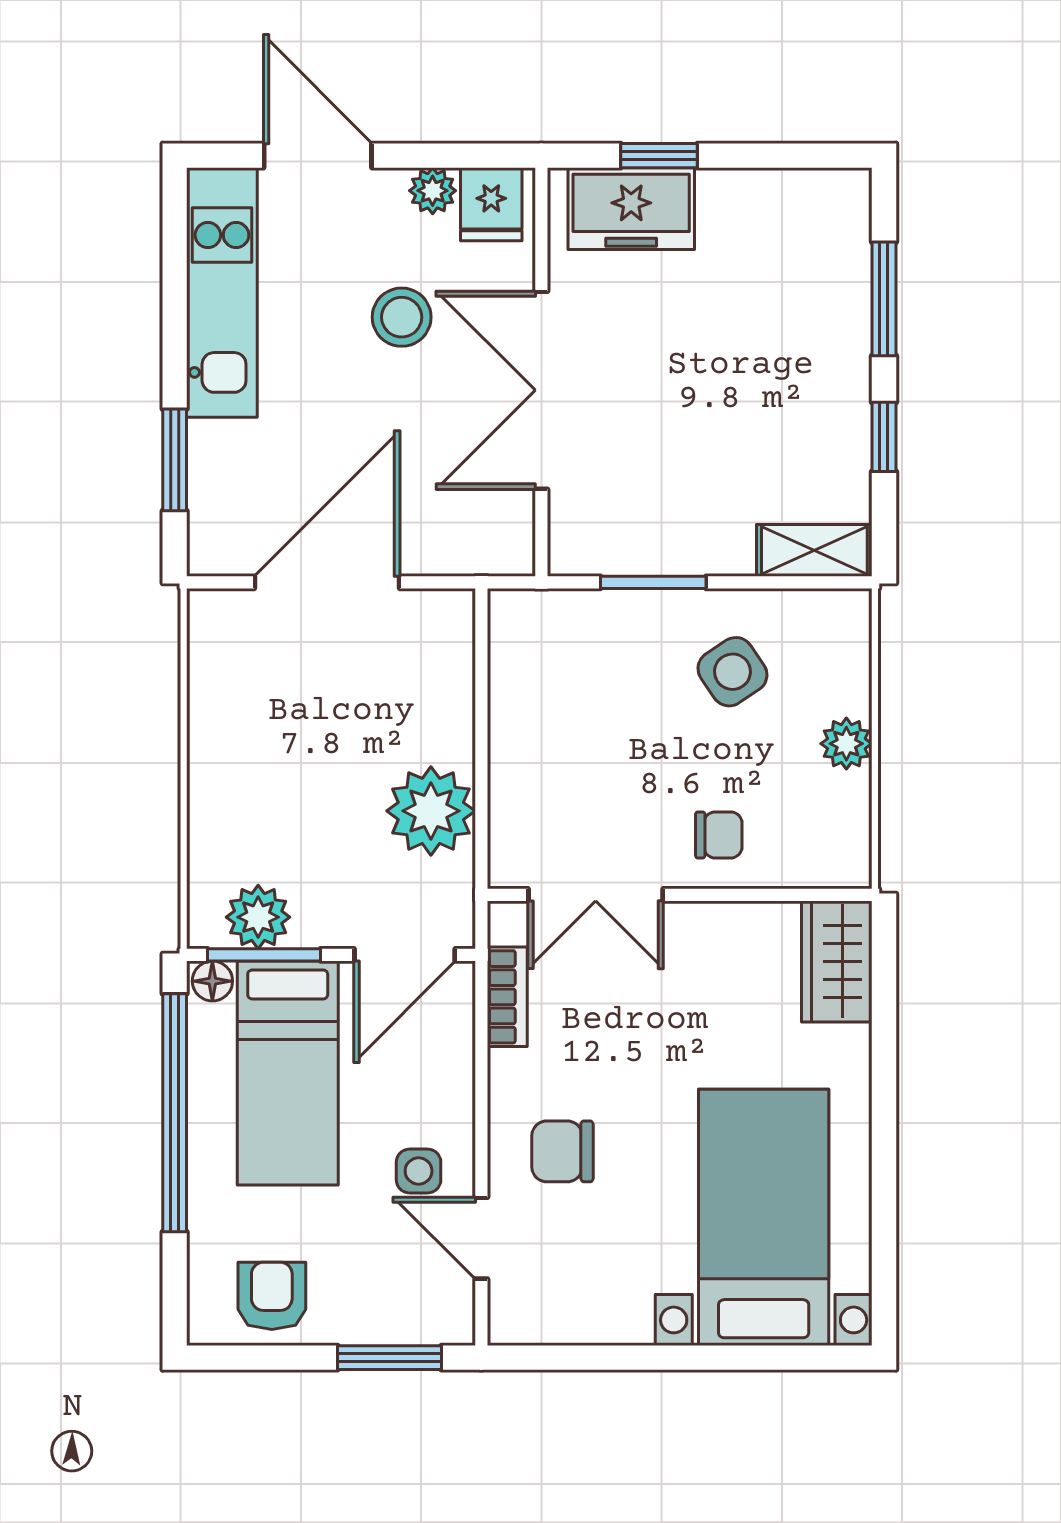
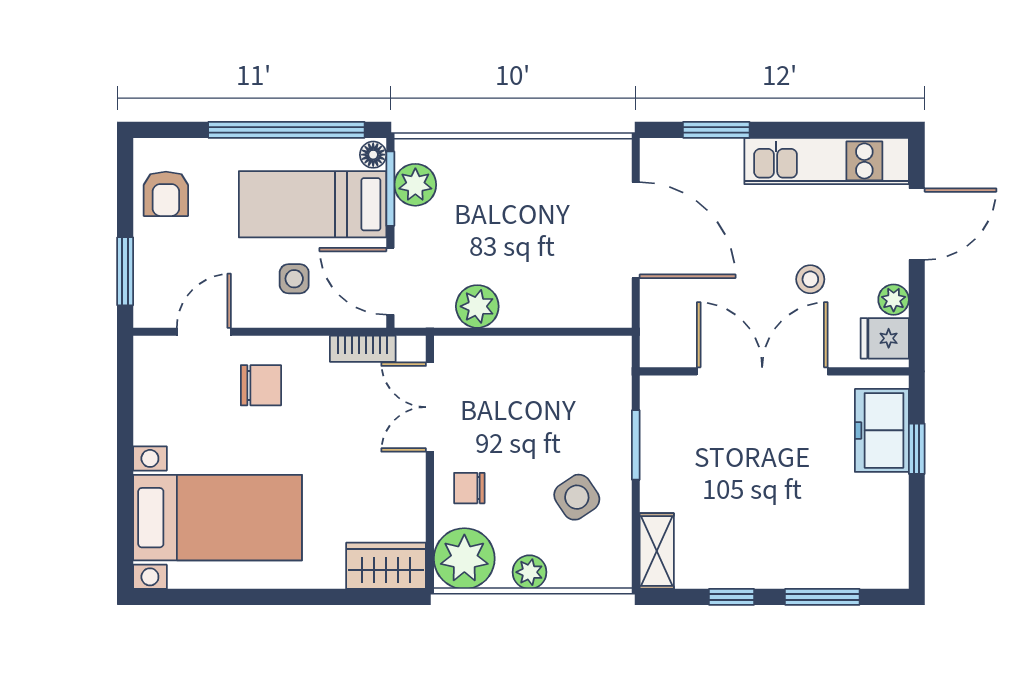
stool: (402, 317) -> (810, 279), width x0.73, depth x0.73
plant: (431, 811) -> (477, 306), width x0.73, depth x0.73
chair: (719, 835) -> (469, 488), turned 90
plant: (826, 843) -> (464, 559), added
chair: (563, 1151) -> (261, 385), turned 90
side table: (419, 1171) -> (294, 279), moved
armchair: (272, 1296) -> (166, 194), turned 90

